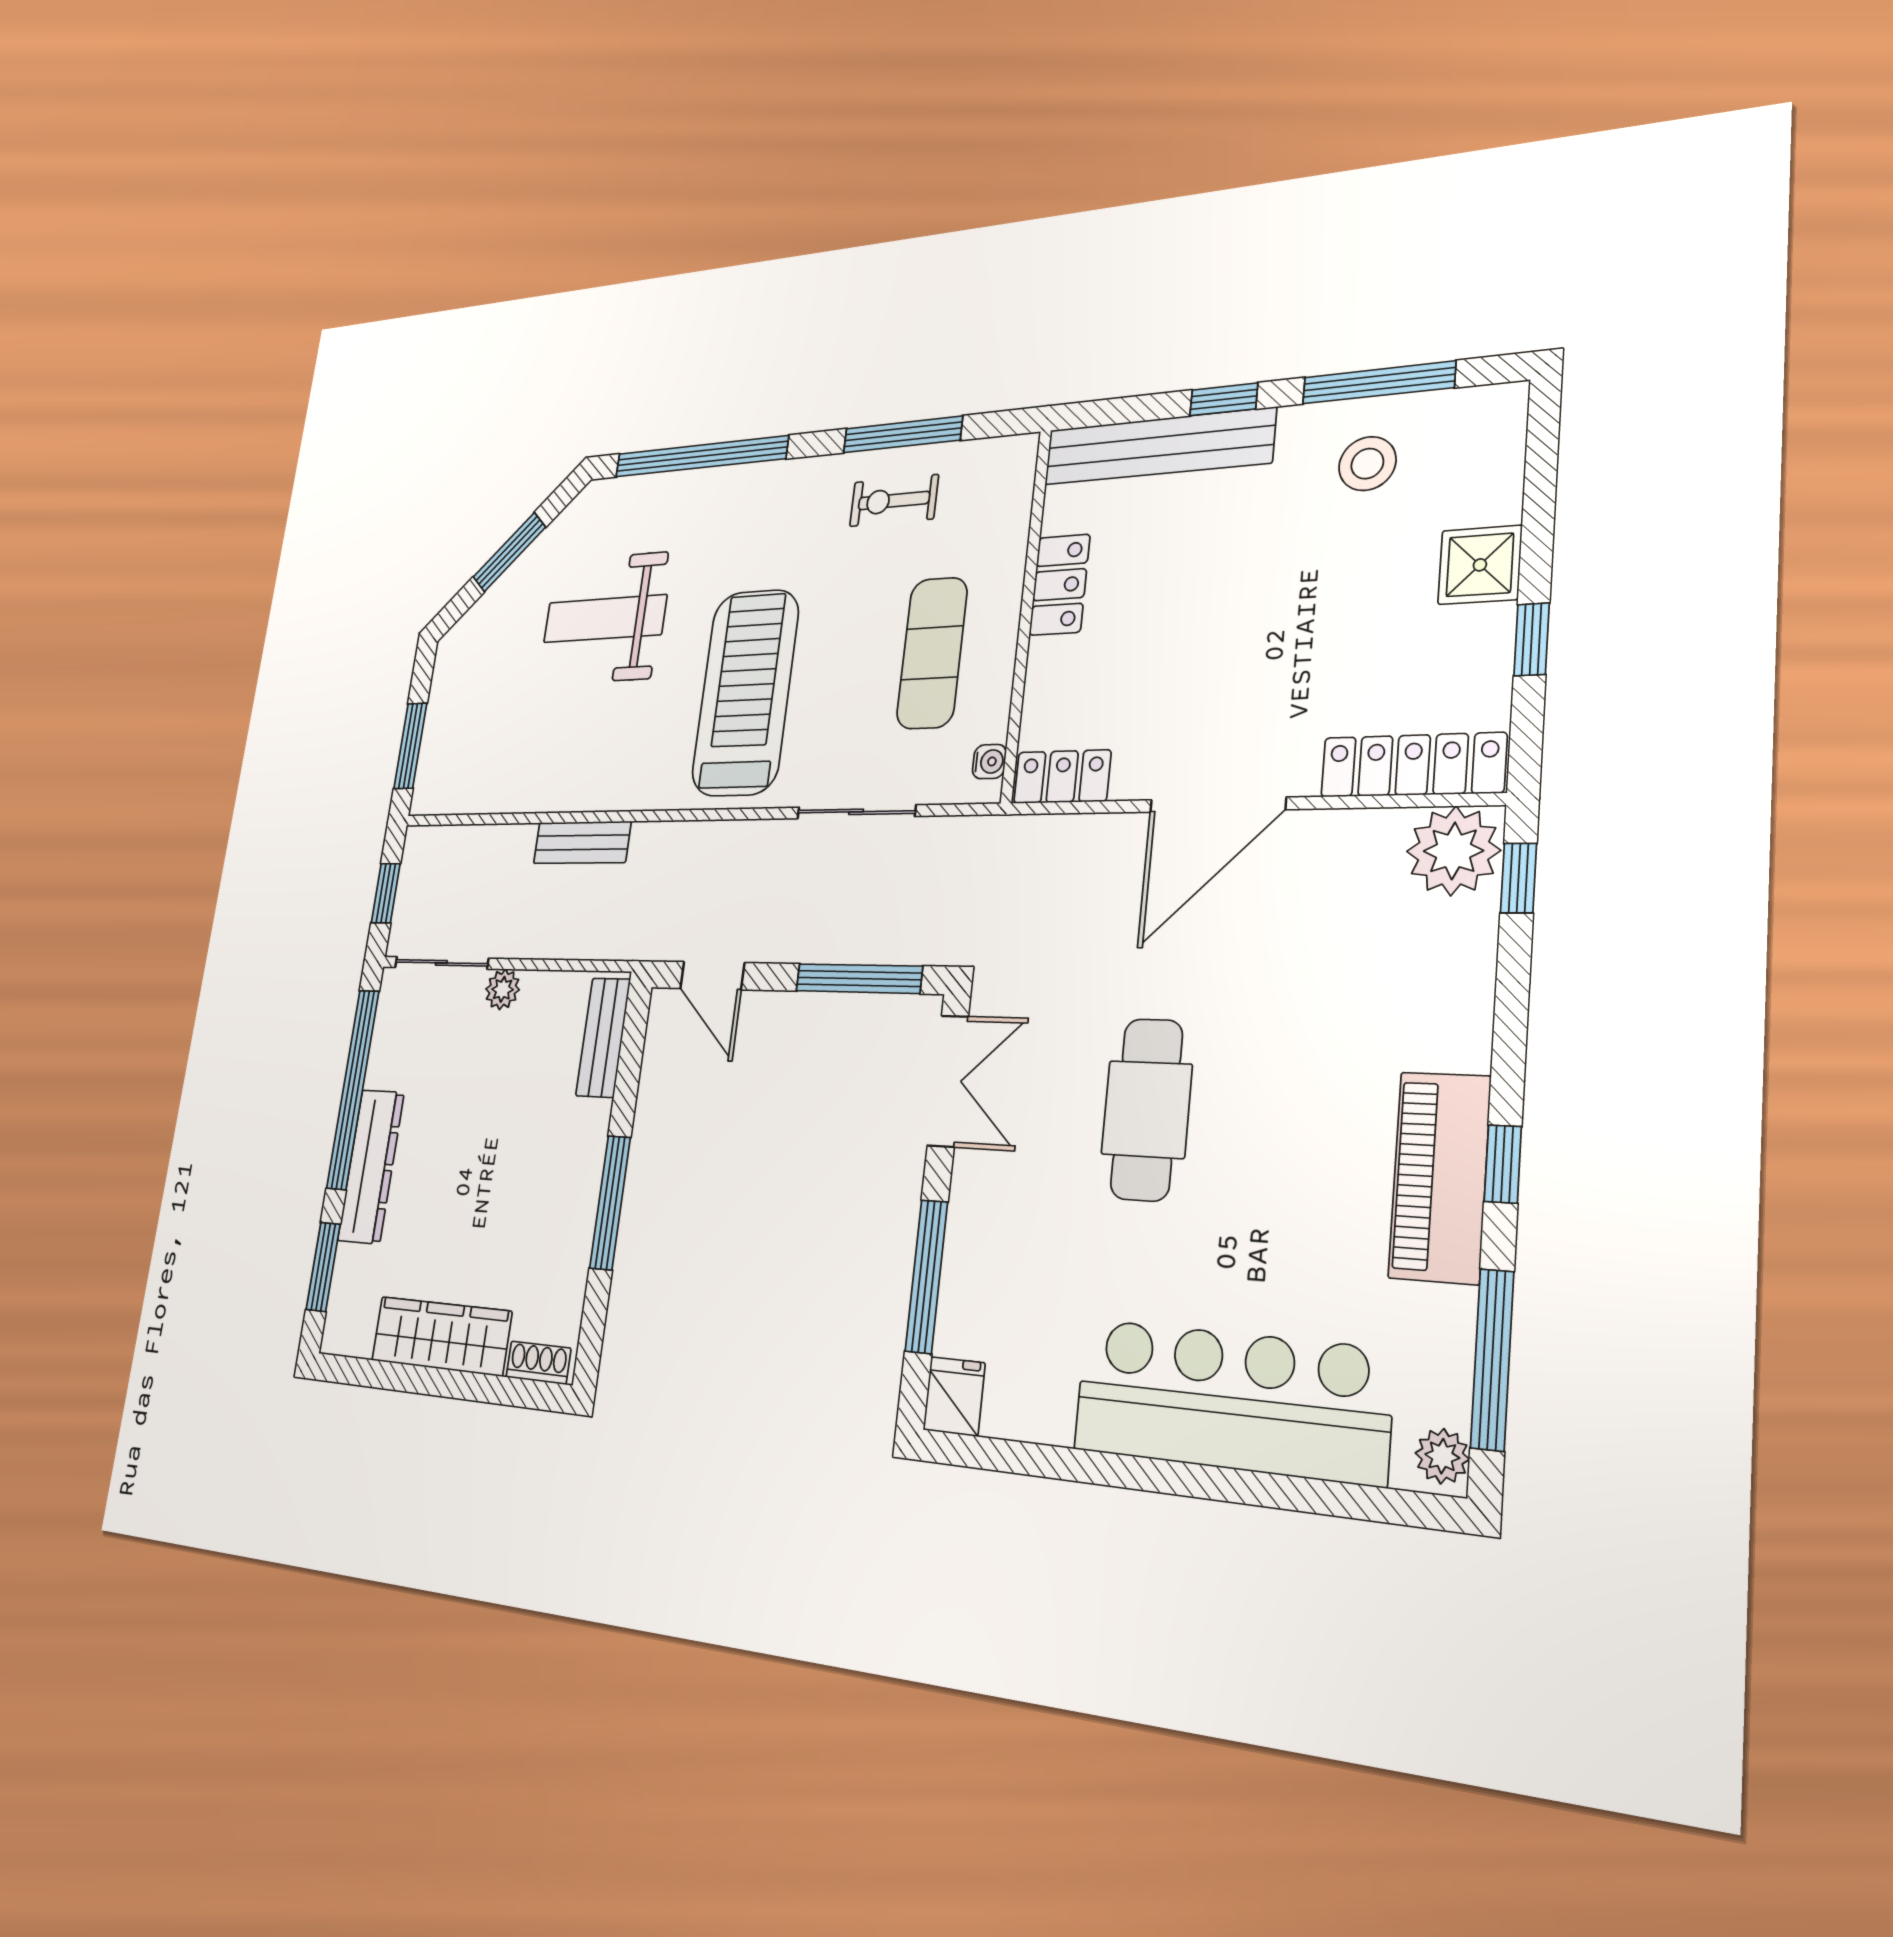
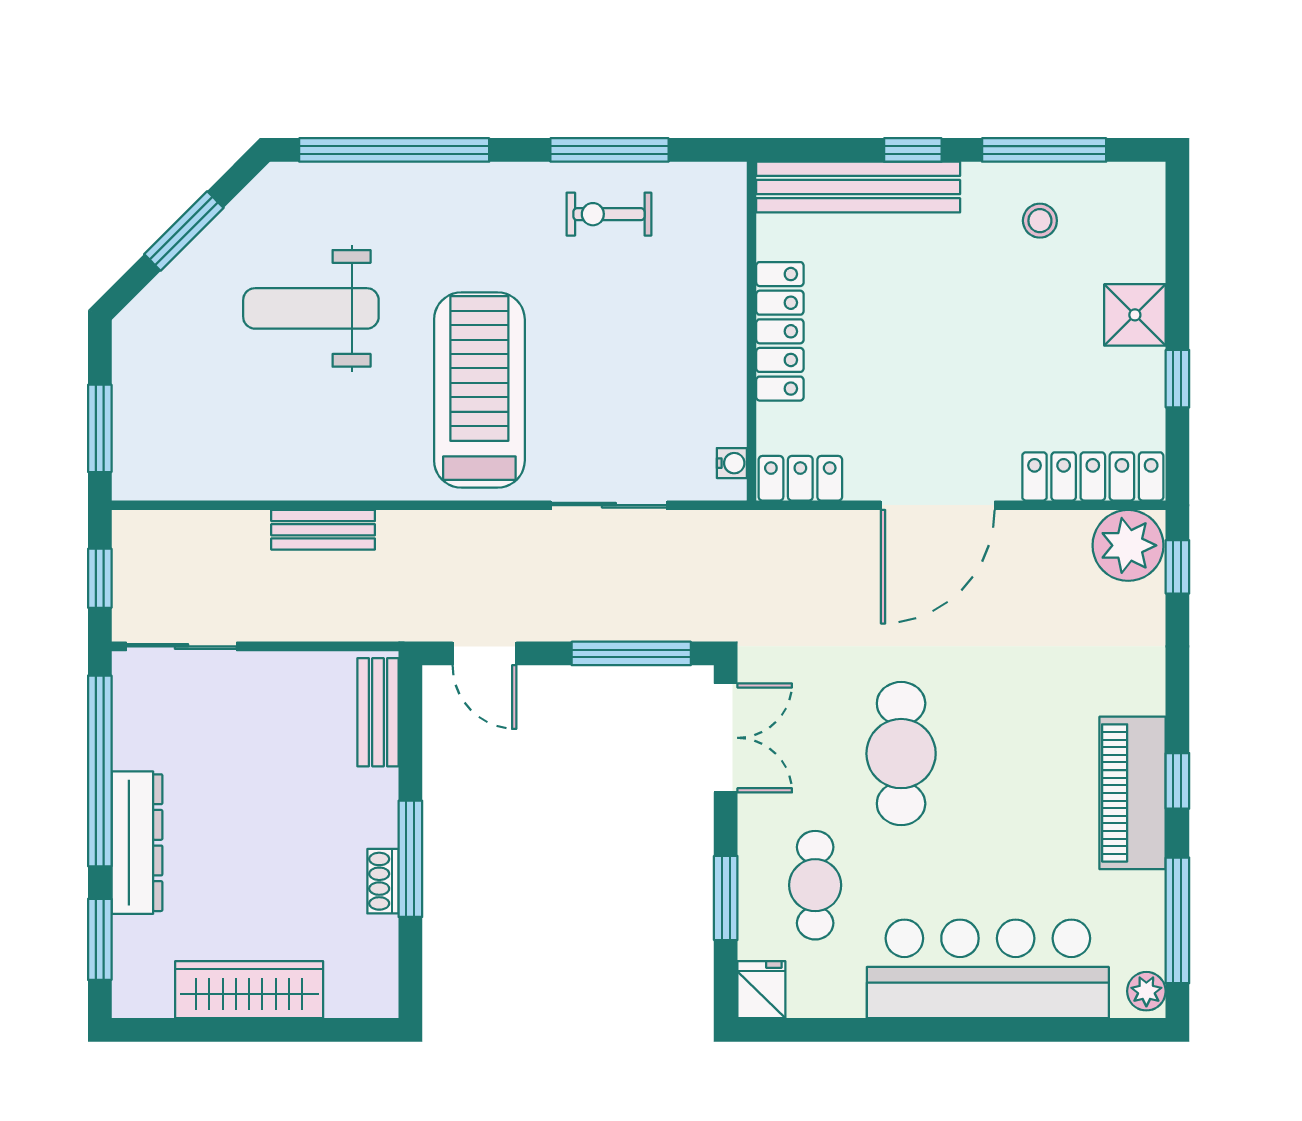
stool: (1367, 464) -> (1040, 221), width x0.73, depth x0.73
locker: (1060, 585) -> (780, 331), width x1.53
exercise mat: (932, 653) -> (665, 362), removed
plant: (503, 989) -> (258, 670), removed
cafe table: (1030, 1269) -> (815, 885), added
window: (926, 1276) -> (726, 898), width x0.69
shoe rack: (538, 1363) -> (383, 881), moved, turned -90

